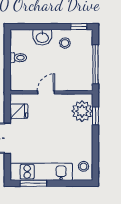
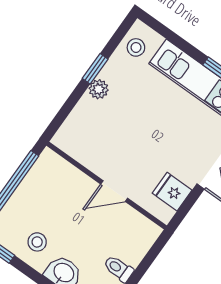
plant: (82, 111) -> (99, 89), moved, width x0.53, depth x0.53
window: (95, 116) -> (95, 69), moved

